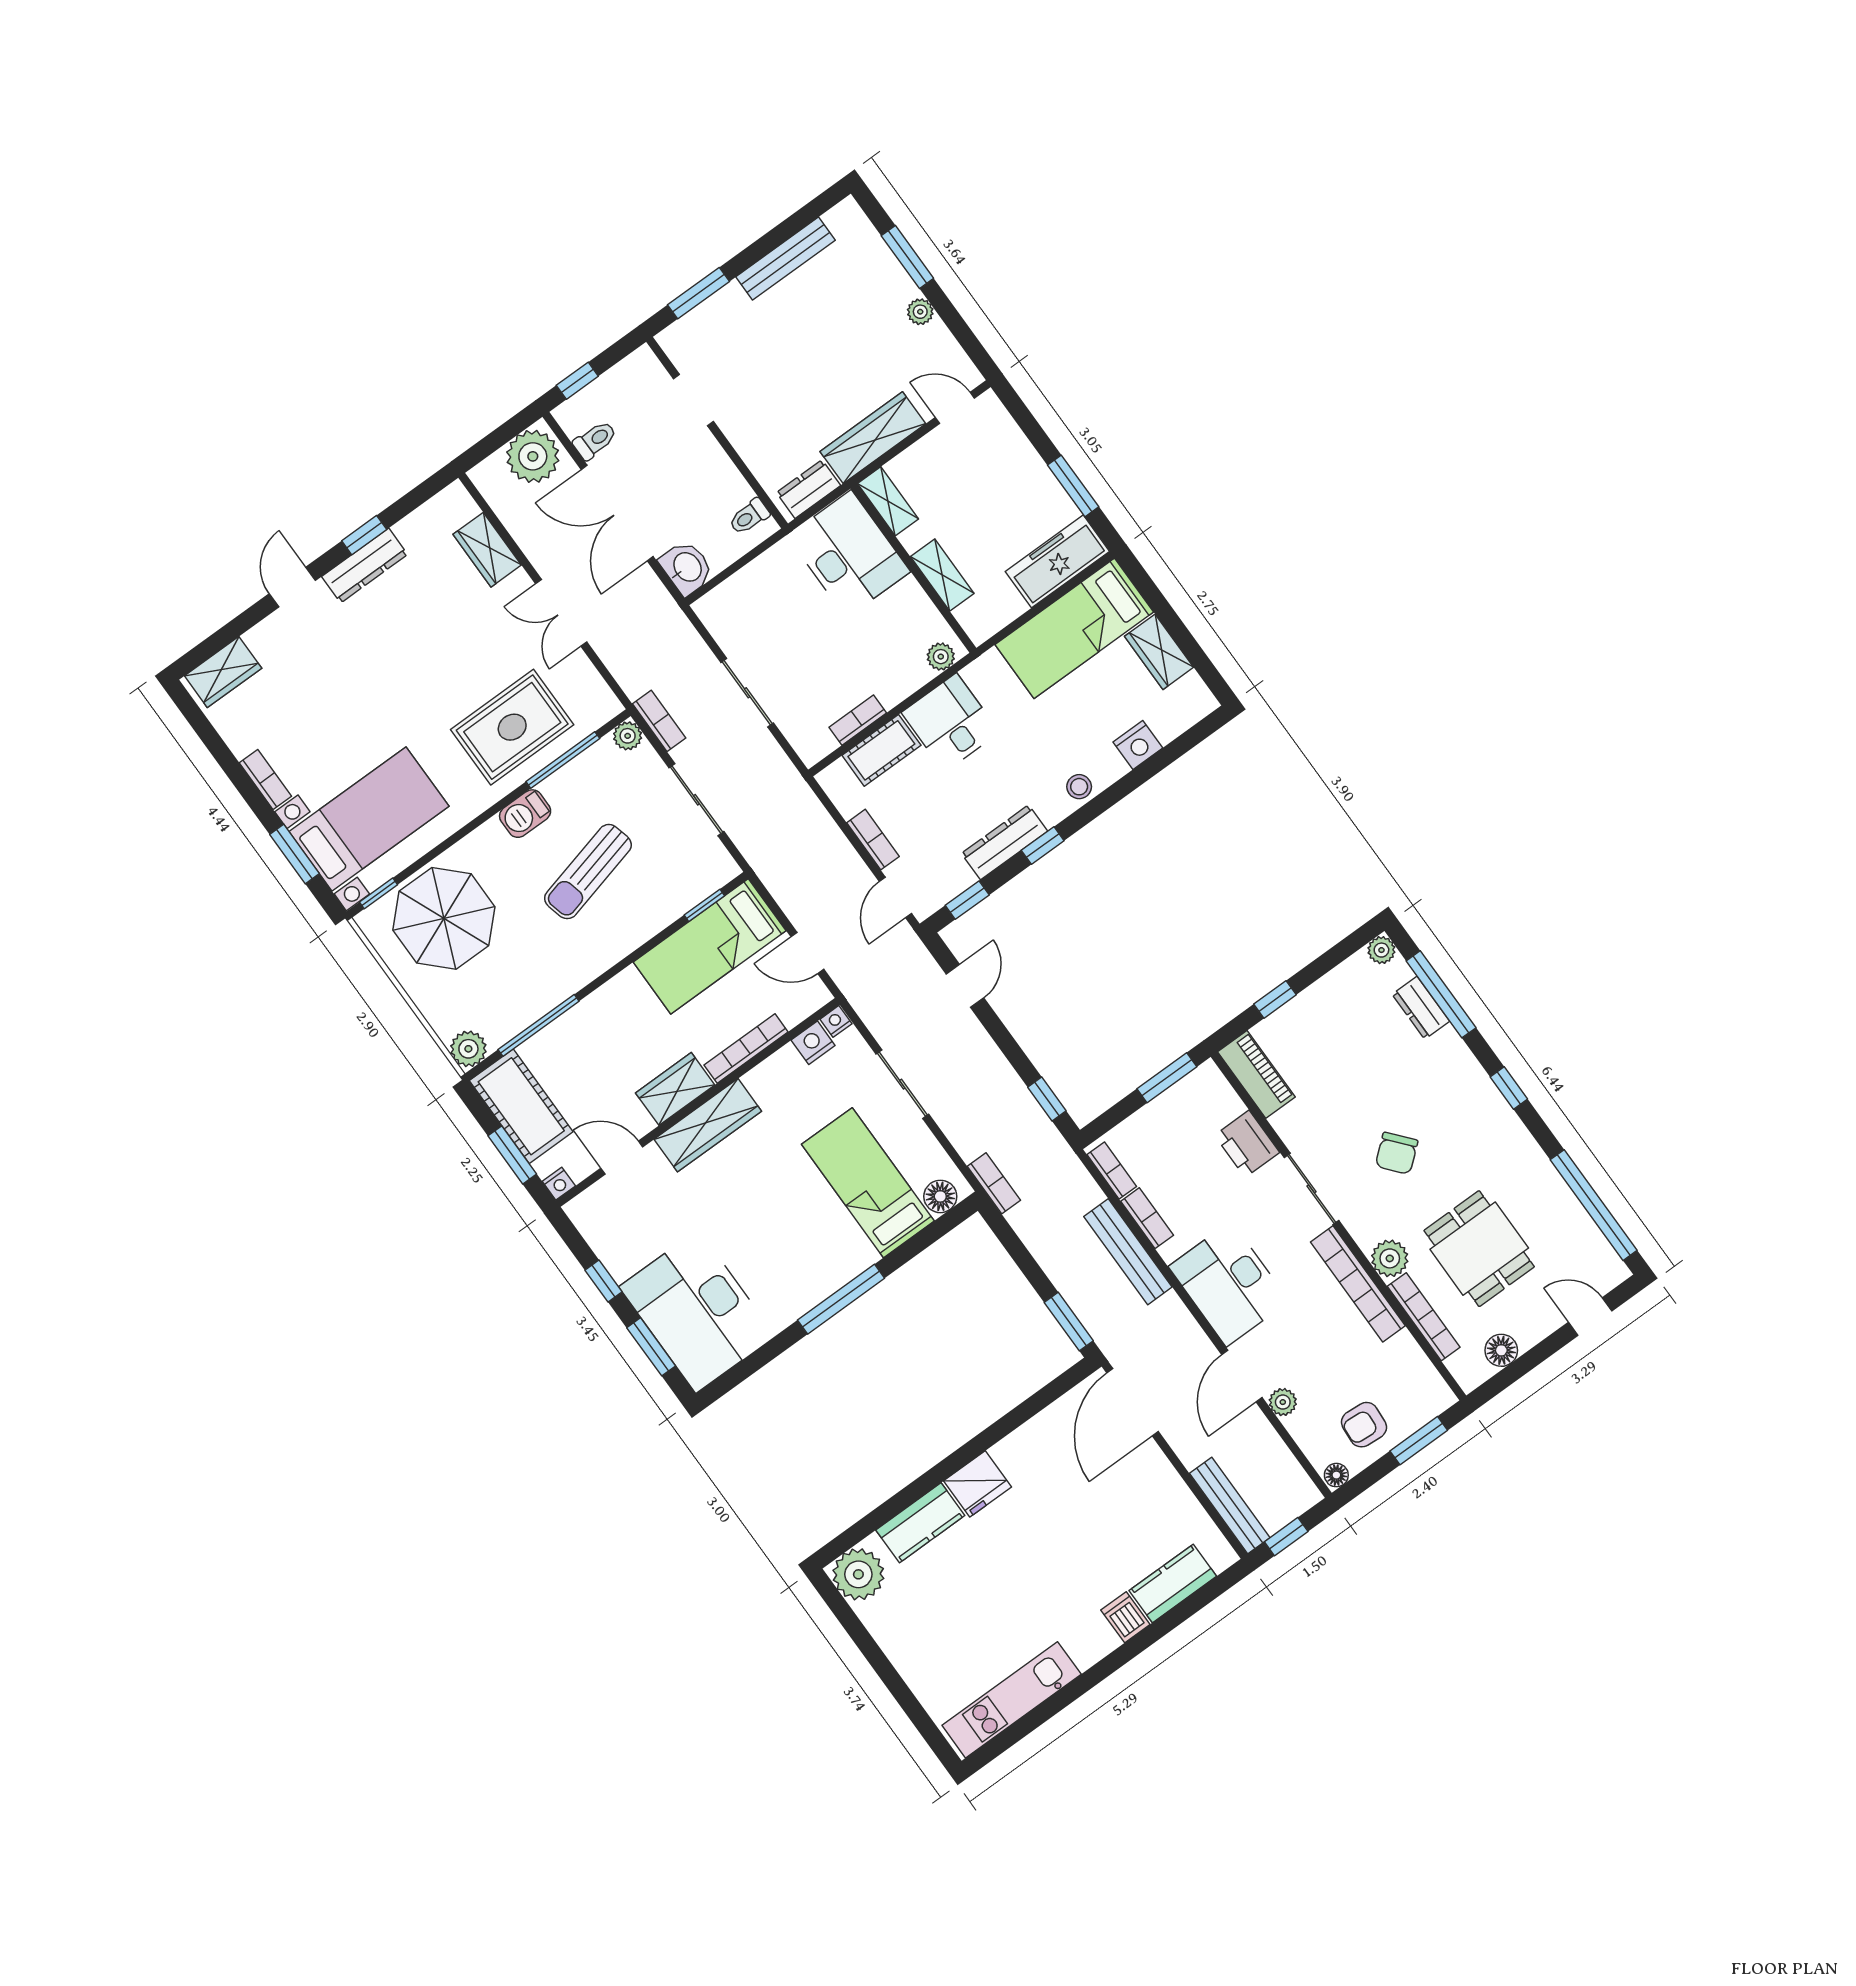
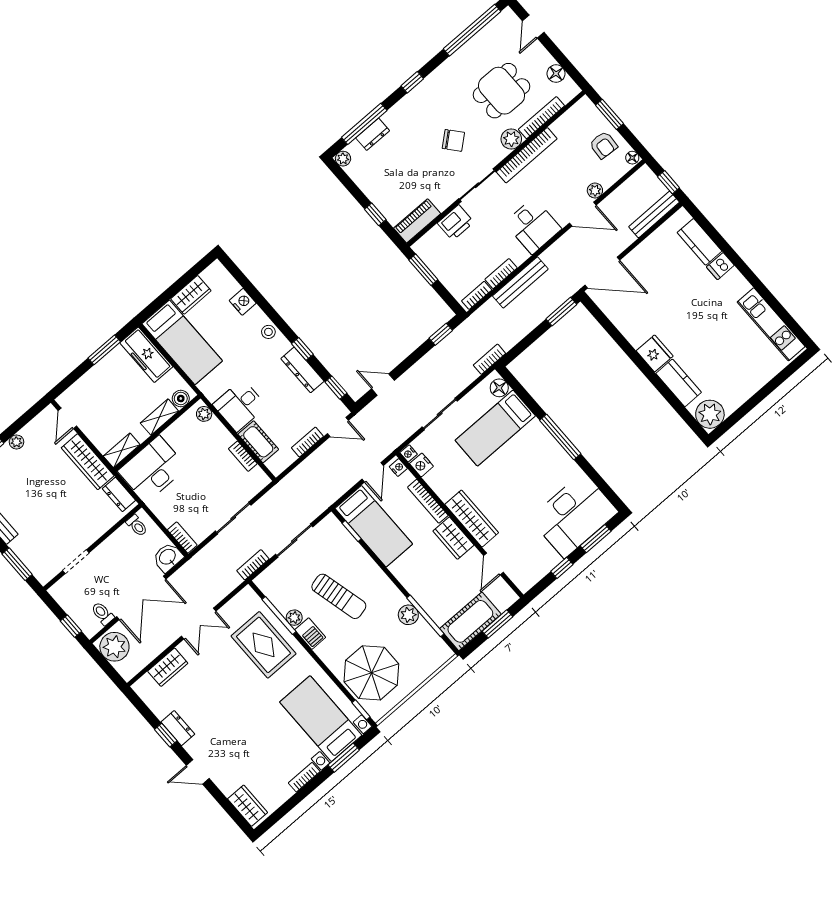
dresser: (365, 566) -> (178, 728), width x0.70
bookcase: (720, 597) -> (182, 538), added
boiler: (972, 617) -> (181, 399), added
plant: (628, 736) -> (294, 618), moved
plant: (468, 1049) -> (408, 615), moved
nightstand: (559, 1184) -> (398, 468), moved
desk: (1229, 1284) -> (533, 226), width x0.73

